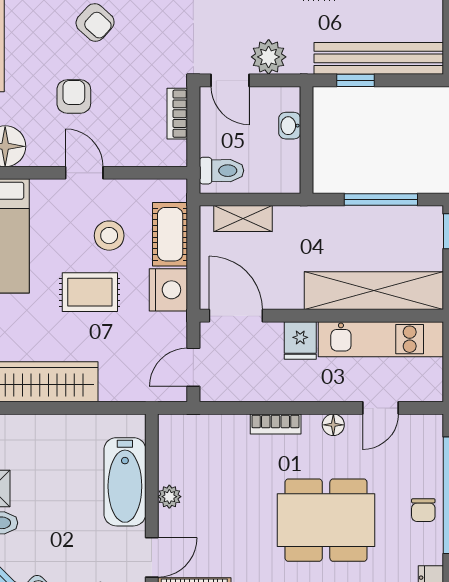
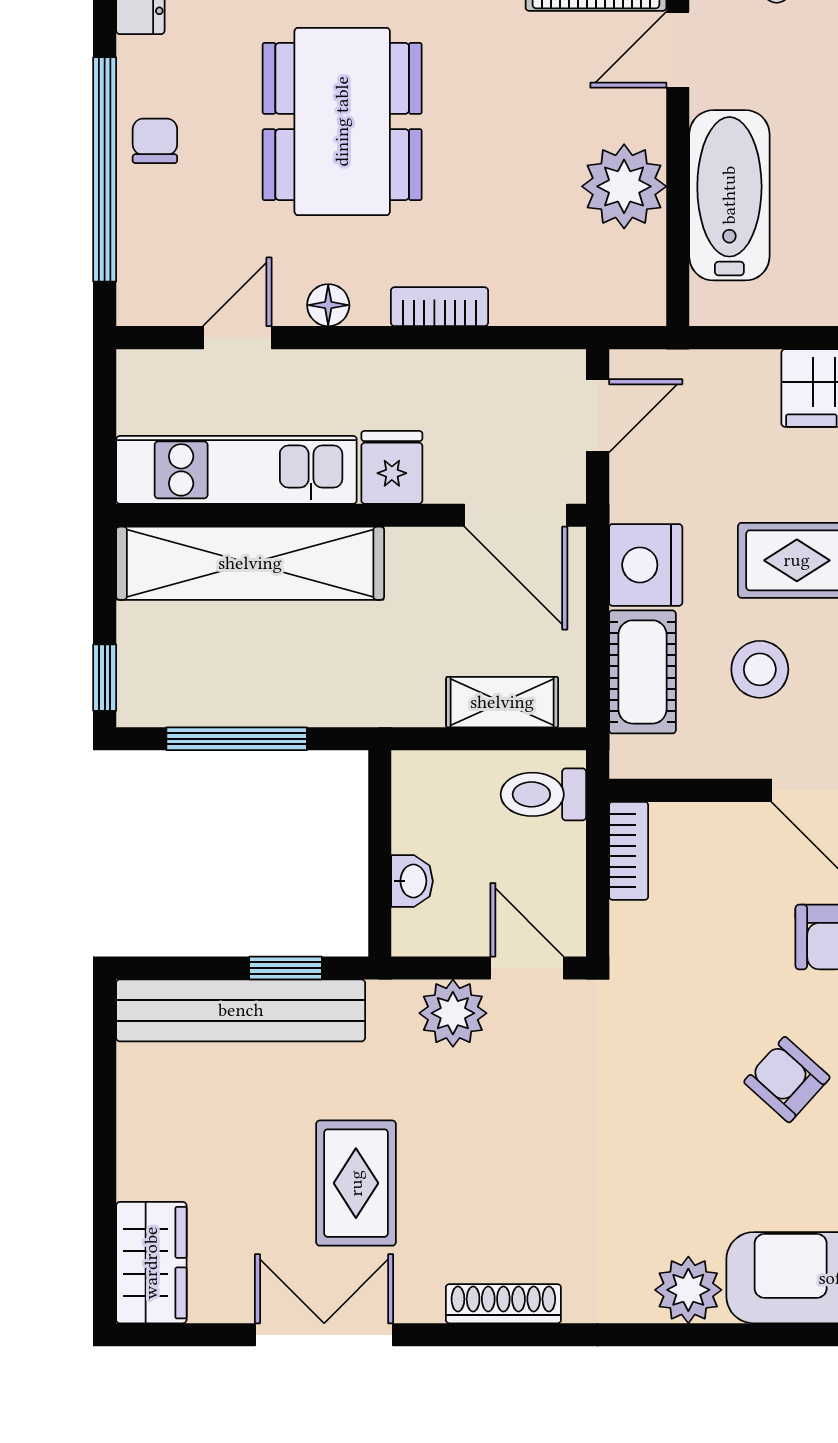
bookcase: (177, 114) -> (629, 851), moved
plant: (169, 497) -> (624, 186), width x1.88, depth x1.88
dining table: (326, 520) -> (342, 121), turned 90

